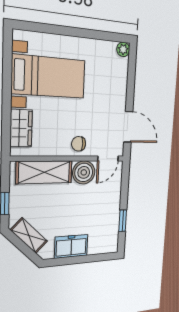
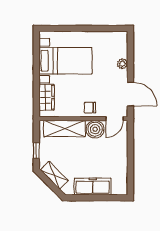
plant: (123, 49) -> (122, 64), moved
window: (123, 221) -> (130, 169), removed
freezer: (71, 246) -> (93, 186), width x1.40

